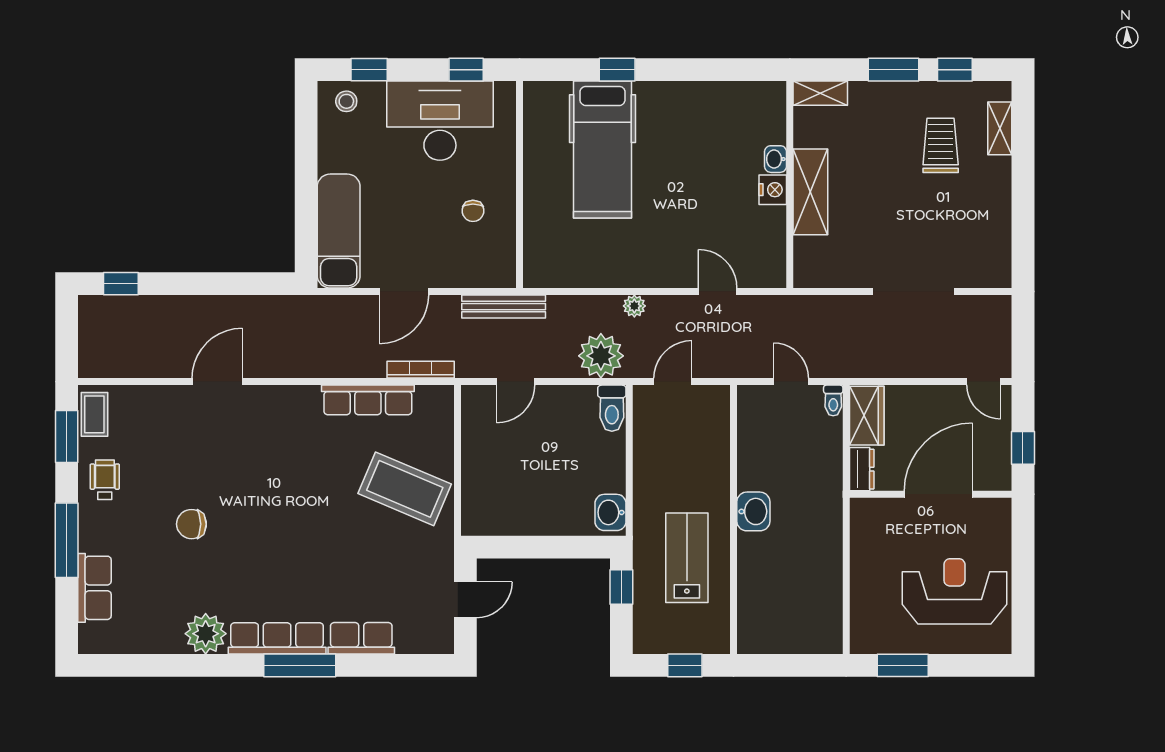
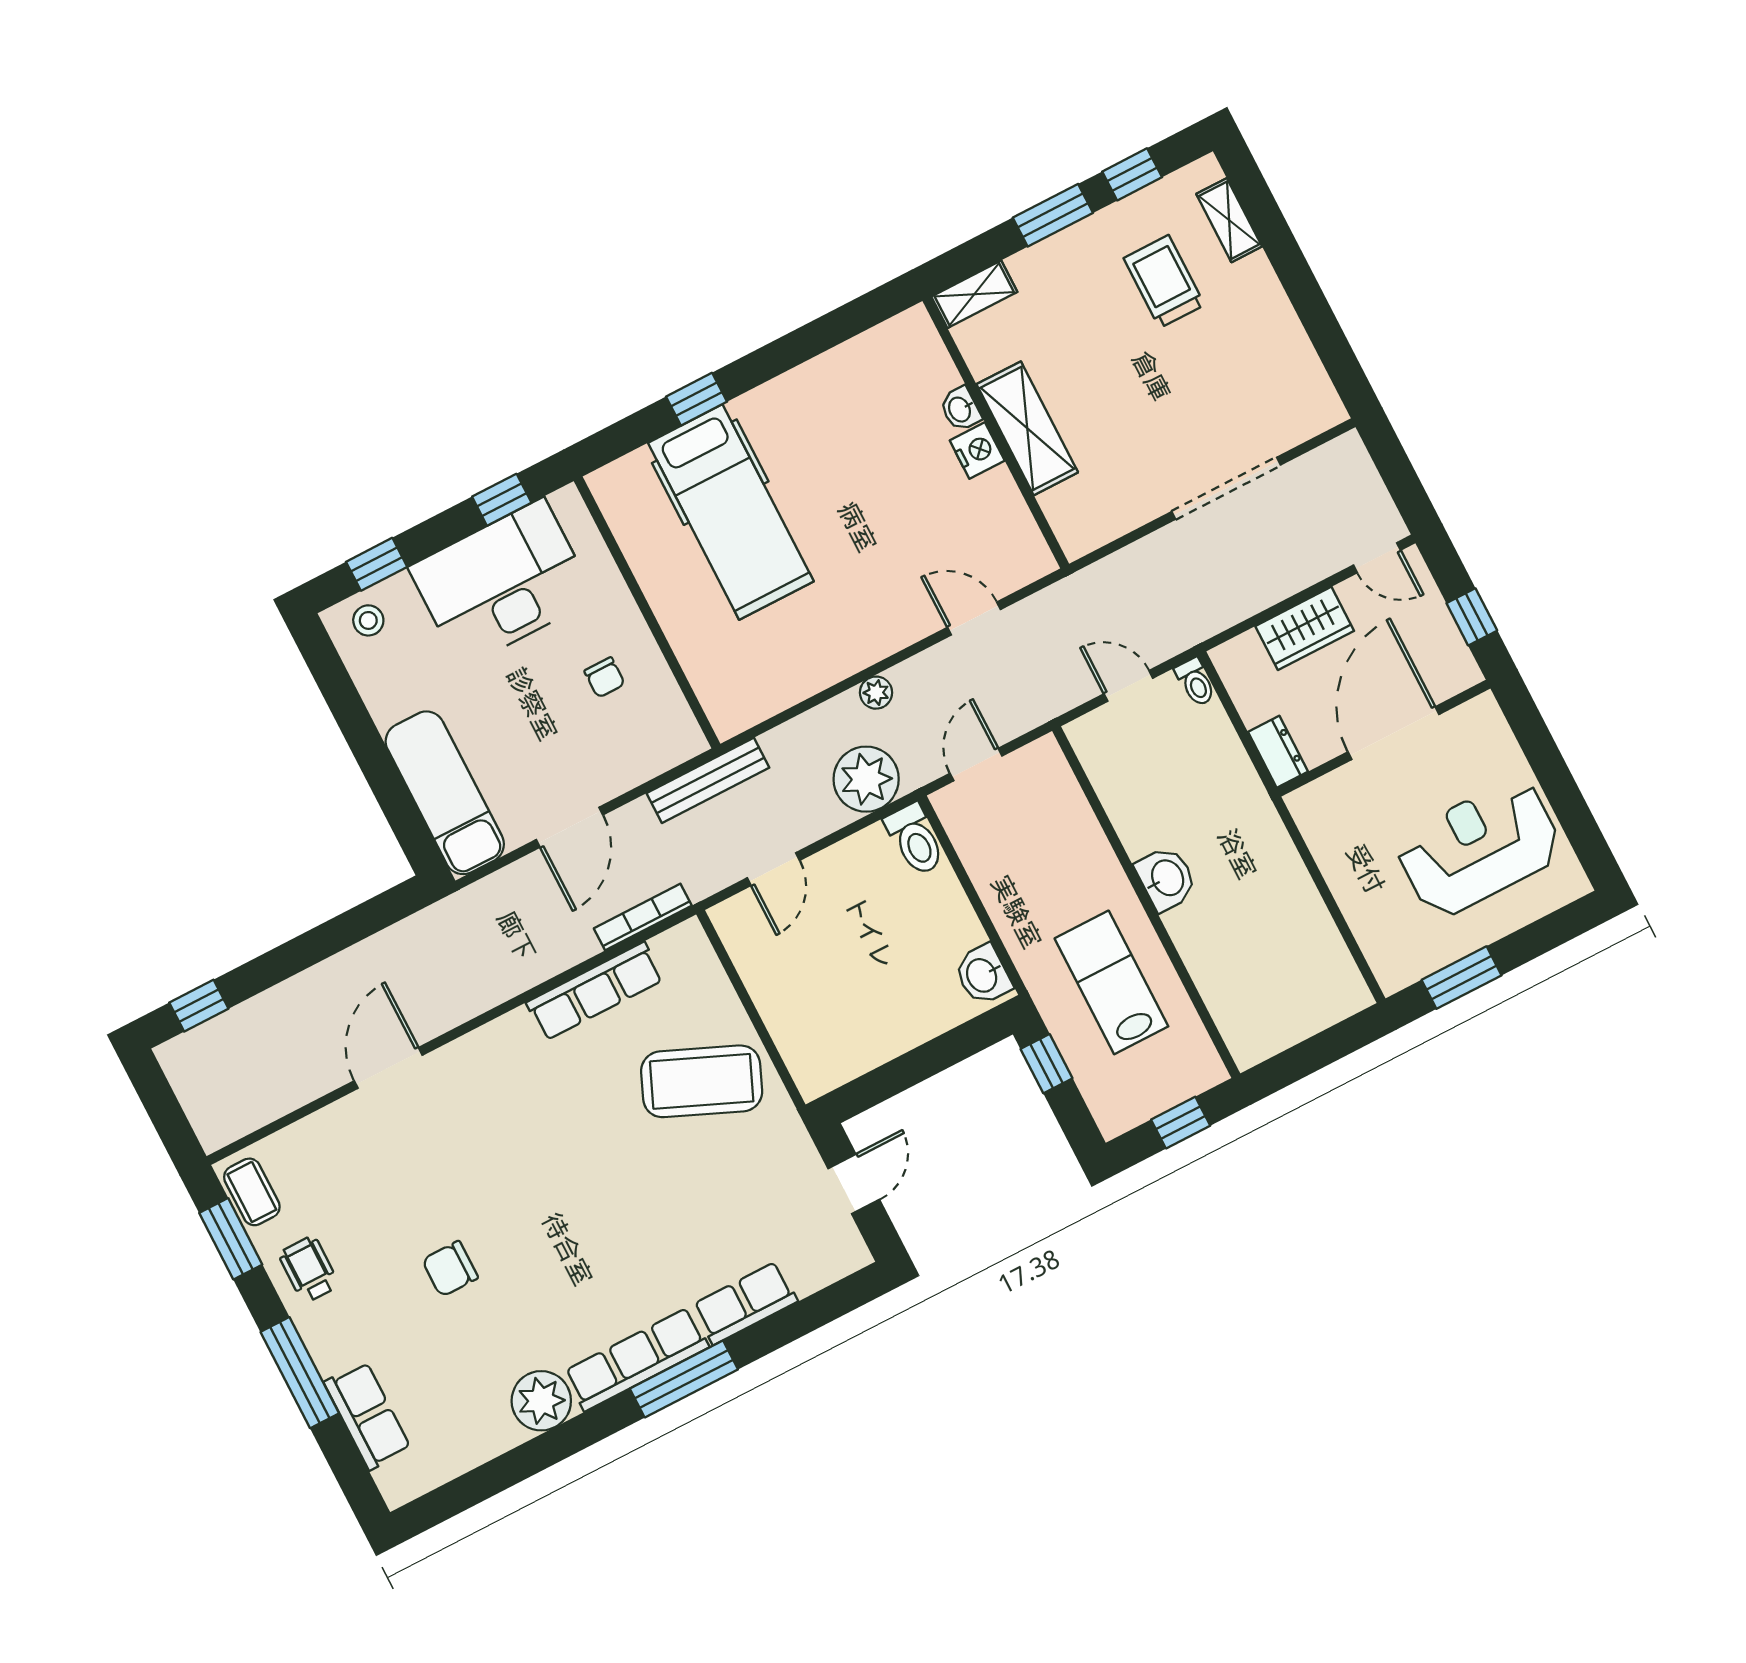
wardrobe: (867, 416) -> (1305, 628), moved, turned 90

